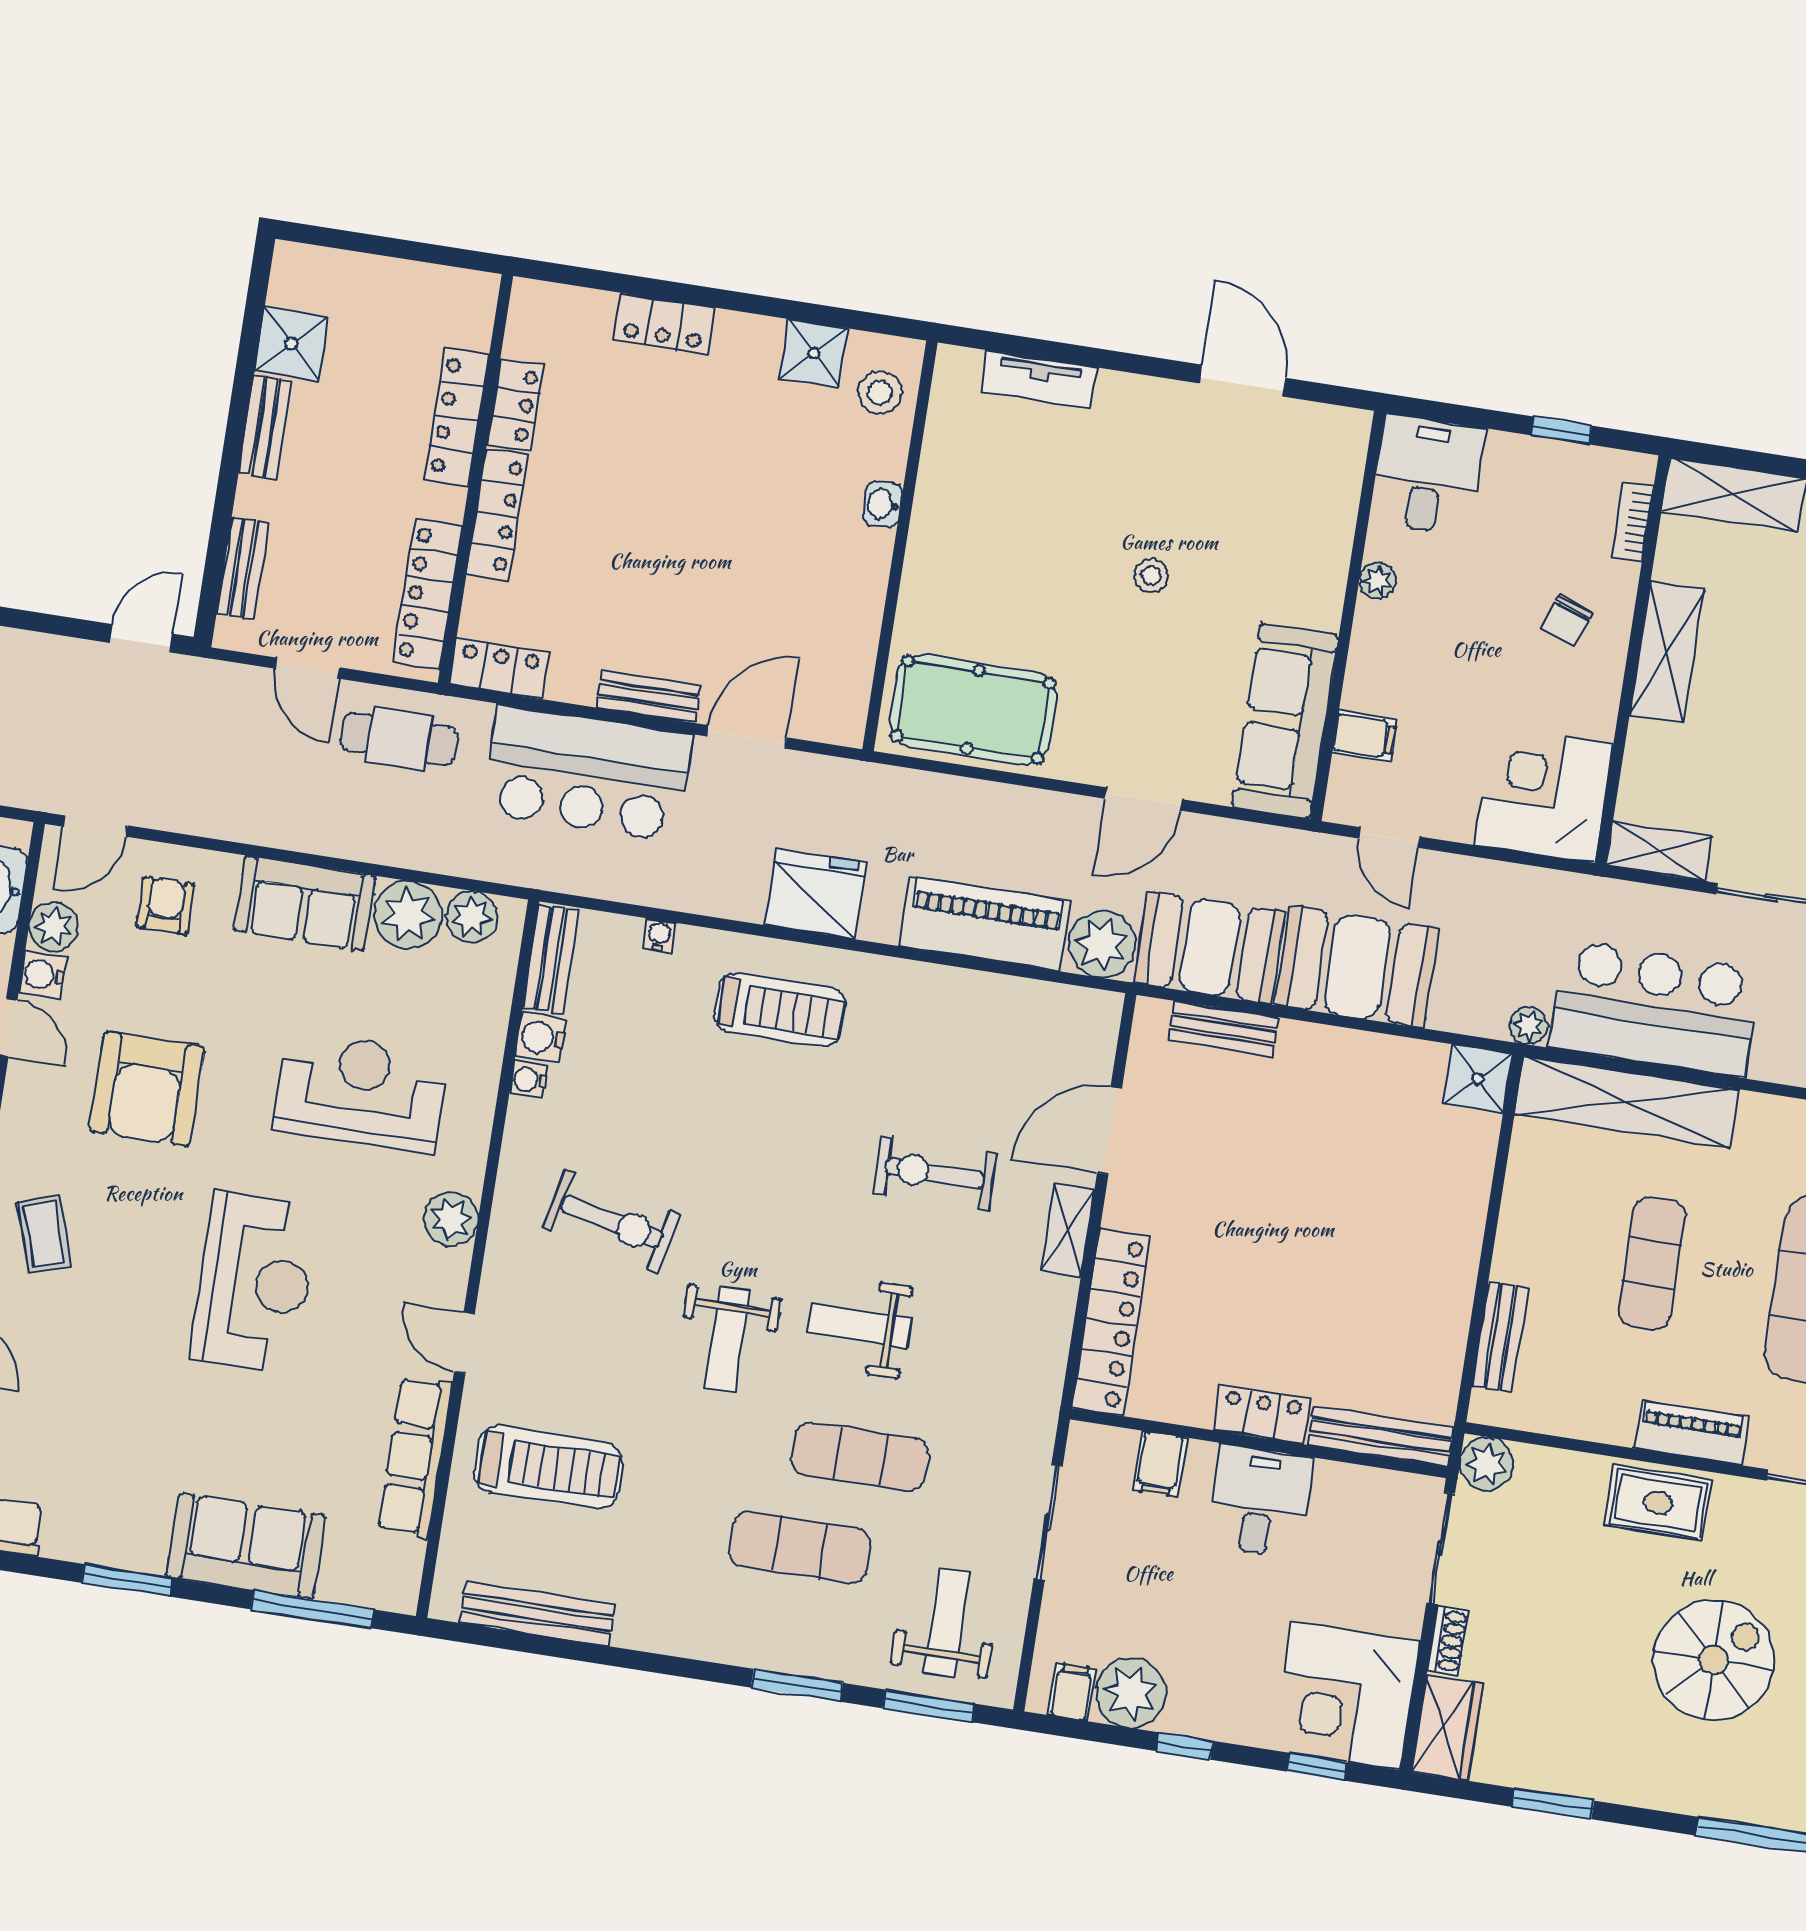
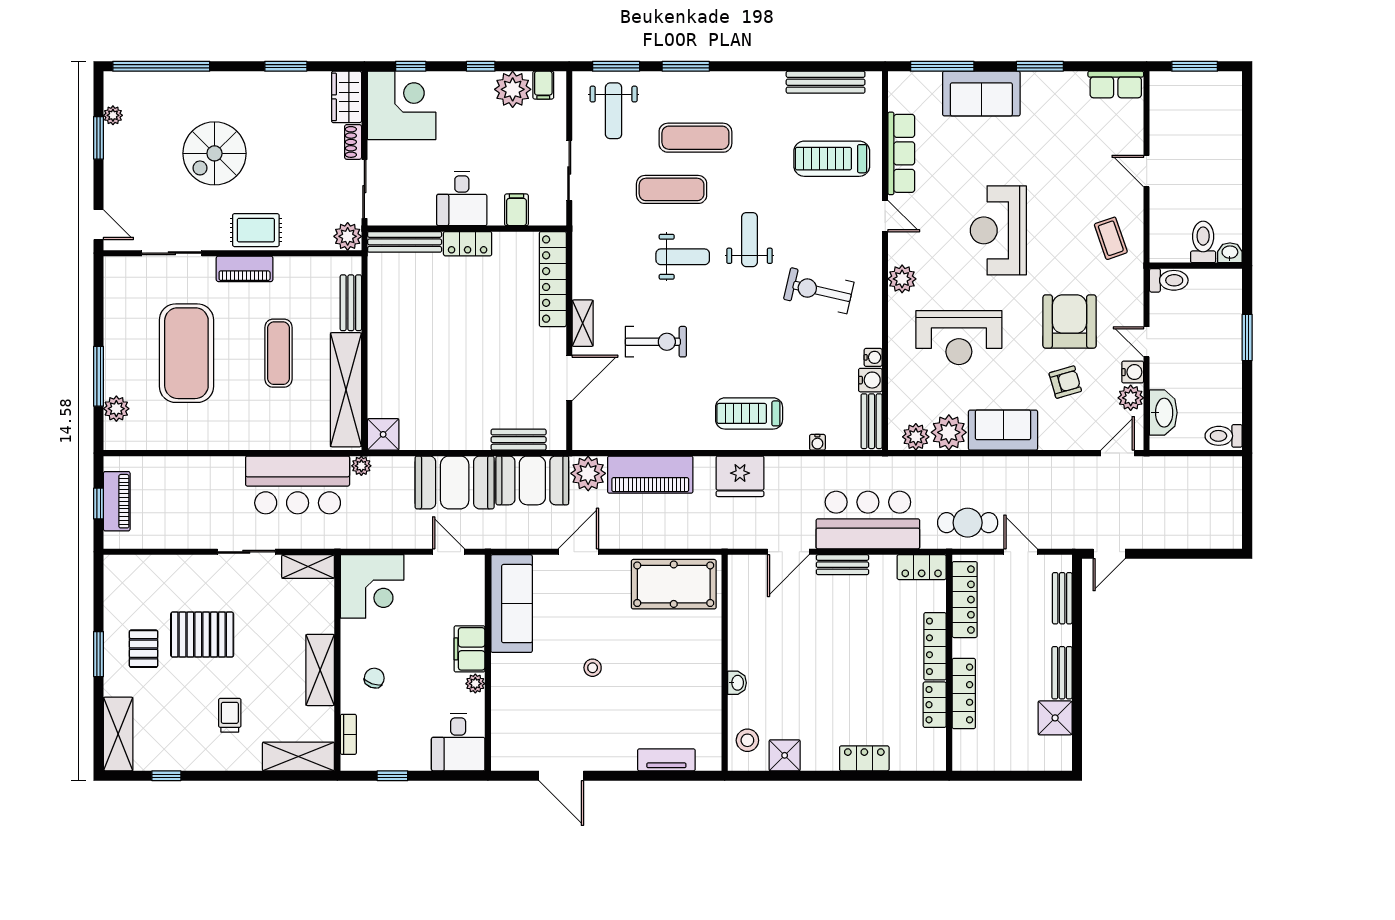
filing cabinet: (1364, 736) -> (469, 649), moved, width x2.00
armchair: (165, 906) -> (1065, 382), moved, turned -106
shelving: (1627, 1102) -> (346, 390), moved, turned 90

